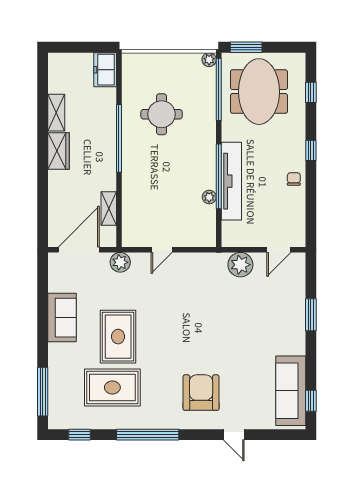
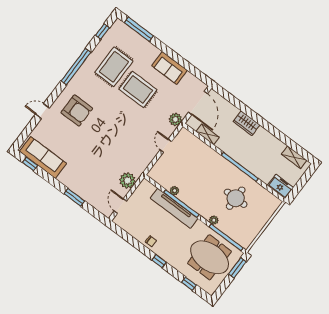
plant: (209, 60) -> (214, 220), moved
shelving: (56, 113) -> (294, 157), moved
wardrobe: (59, 151) -> (247, 123), moved

